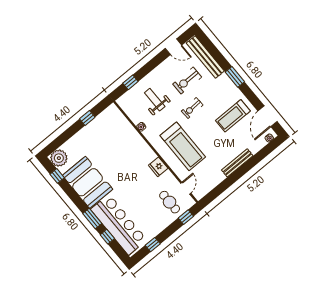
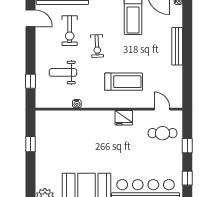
door: (173, 47) -> (31, 18), hinge flipped
treadmill: (183, 146) -> (124, 82), width x0.73, depth x0.73
window: (186, 217) -> (187, 146), moved

